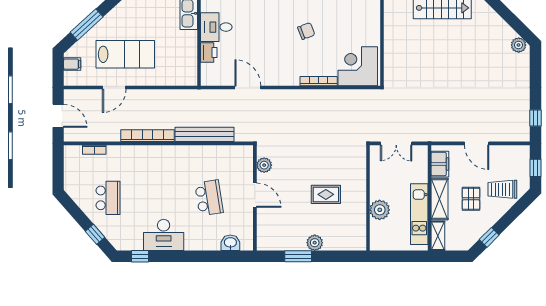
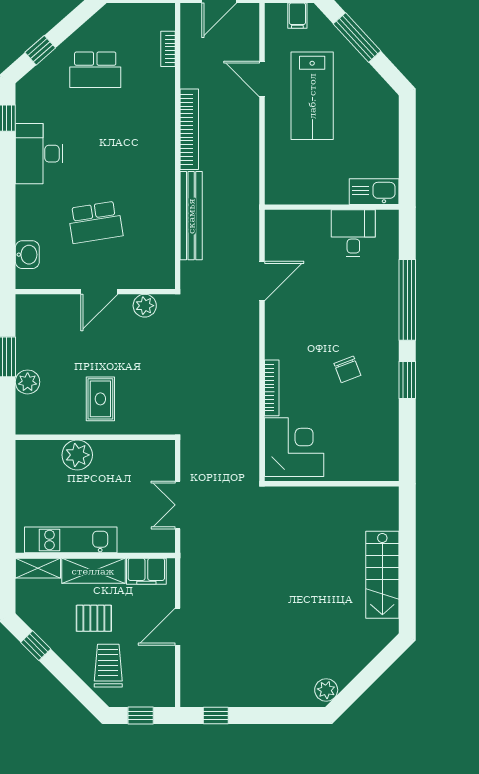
printer: (209, 53) -> (315, 222), removed
wall: (368, 198) -> (95, 437), moved
plant: (380, 210) -> (77, 455), moved

